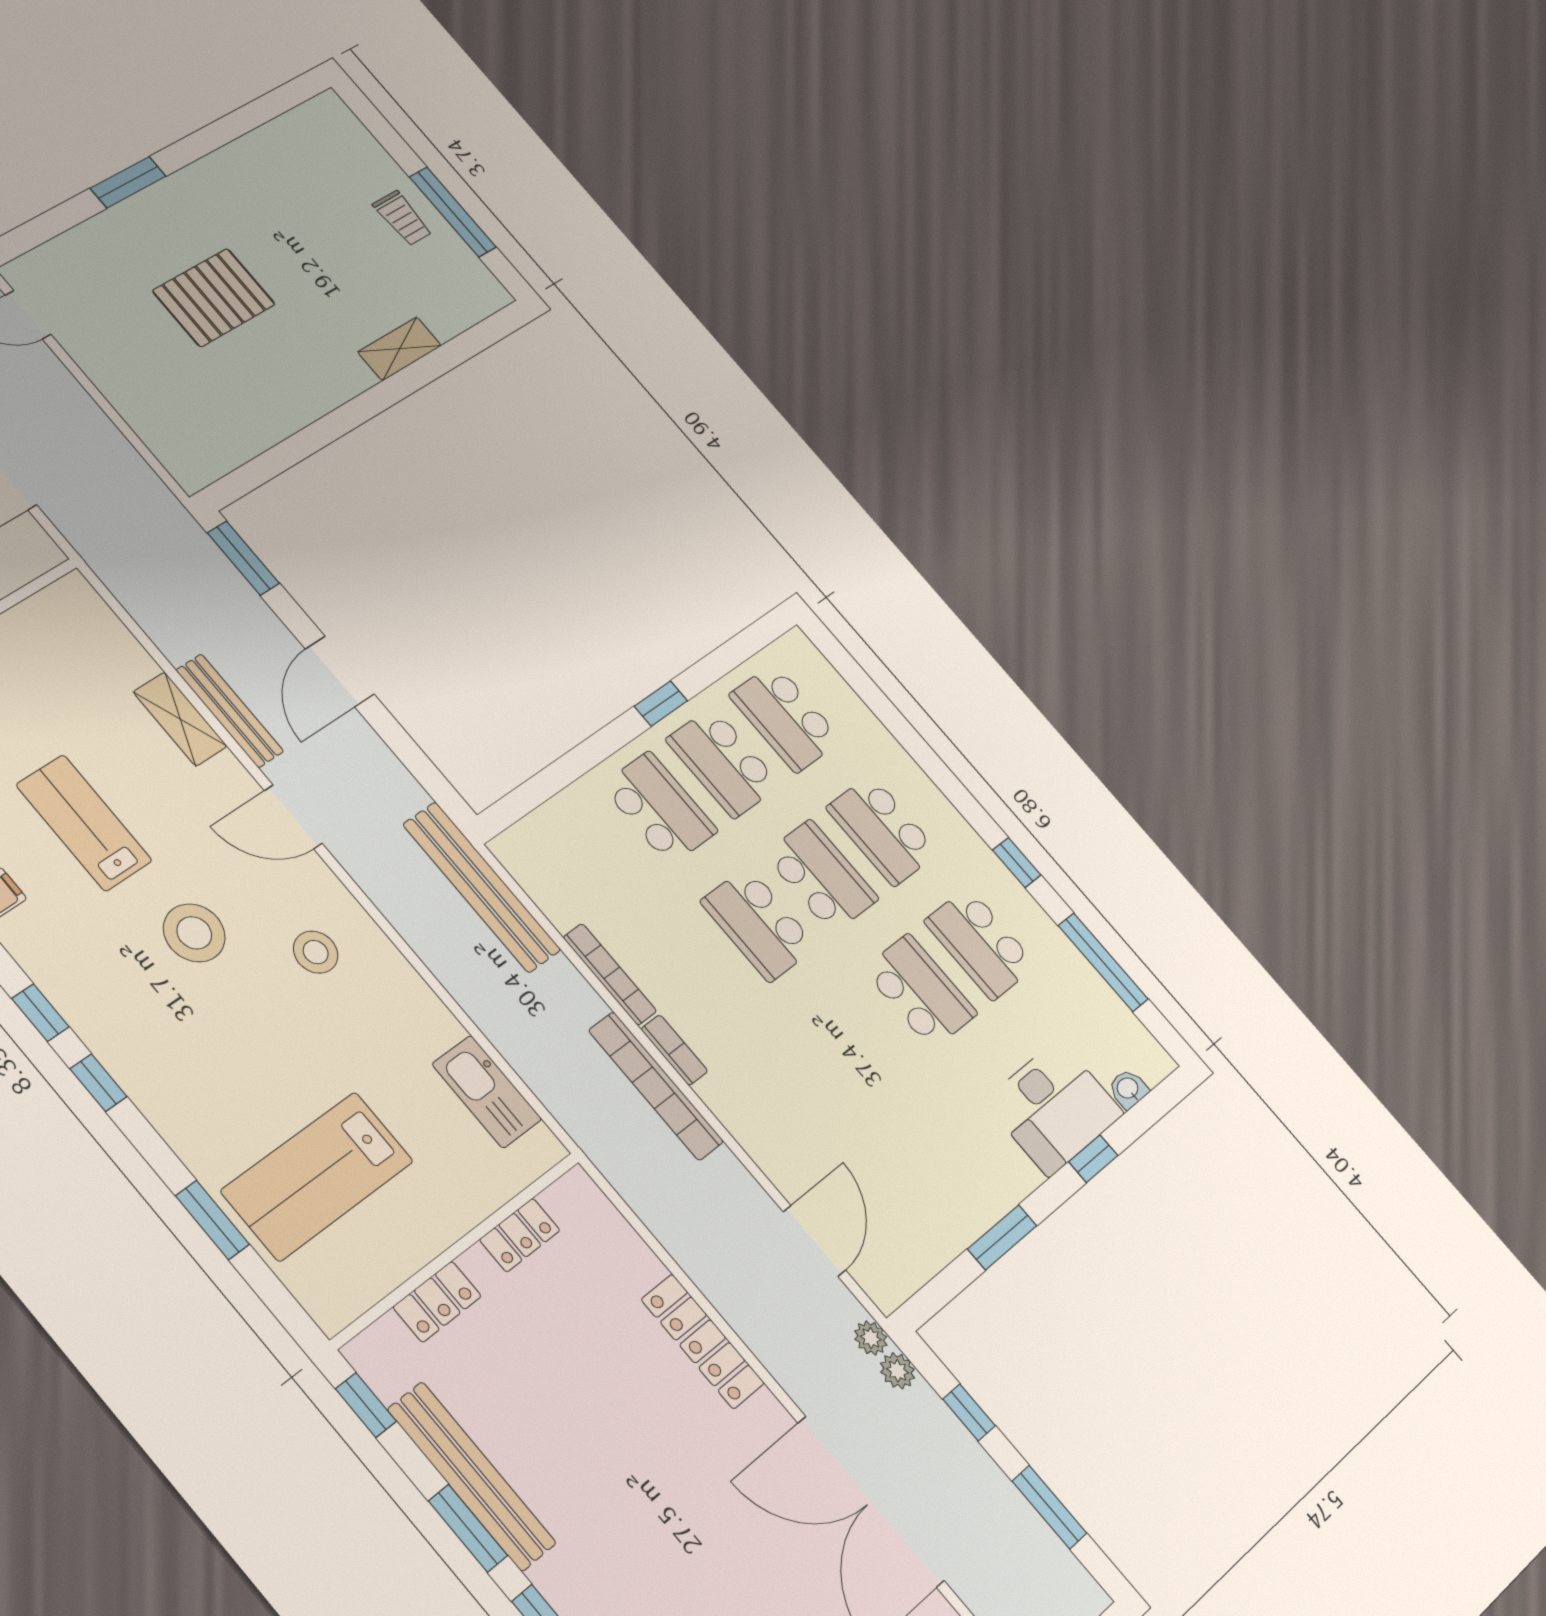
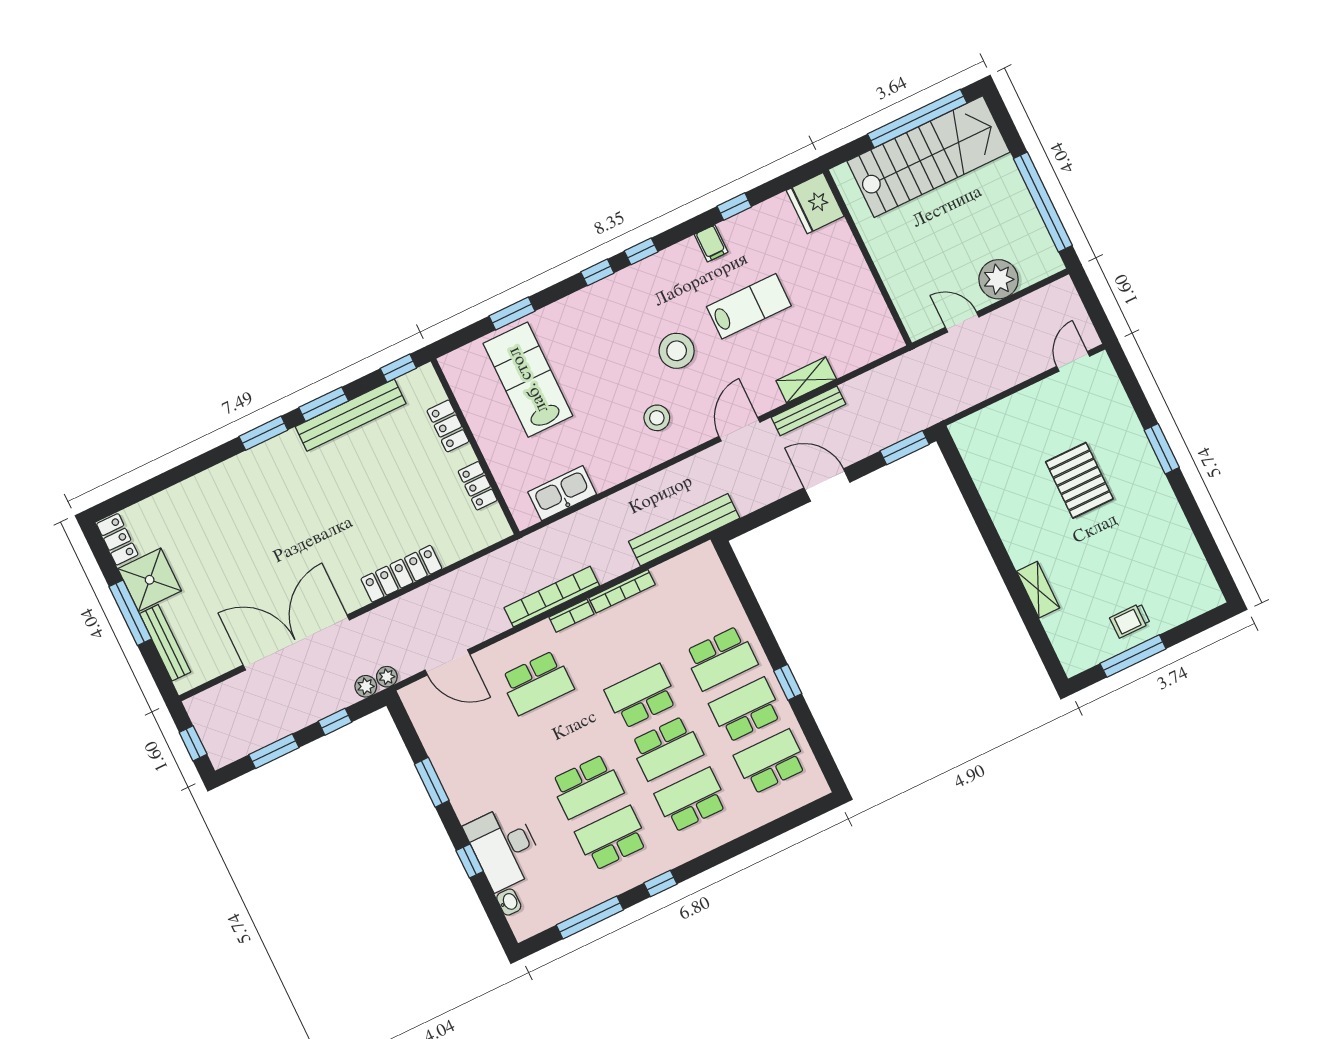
school desk: (795, 1091) -> (537, 683), added

